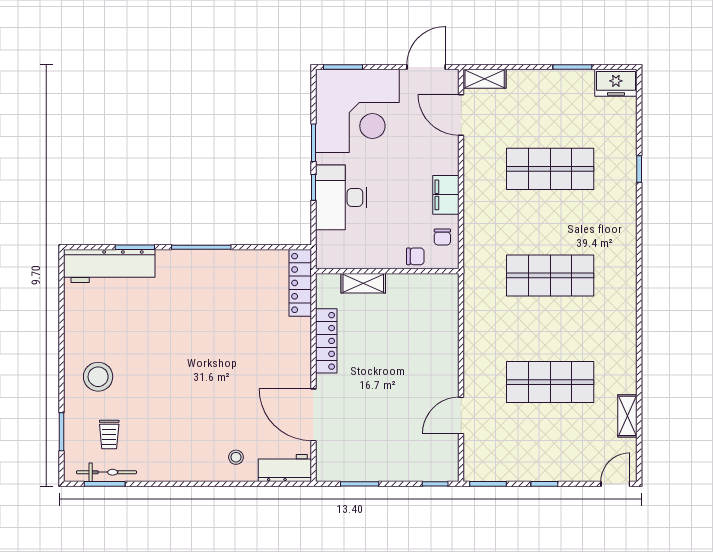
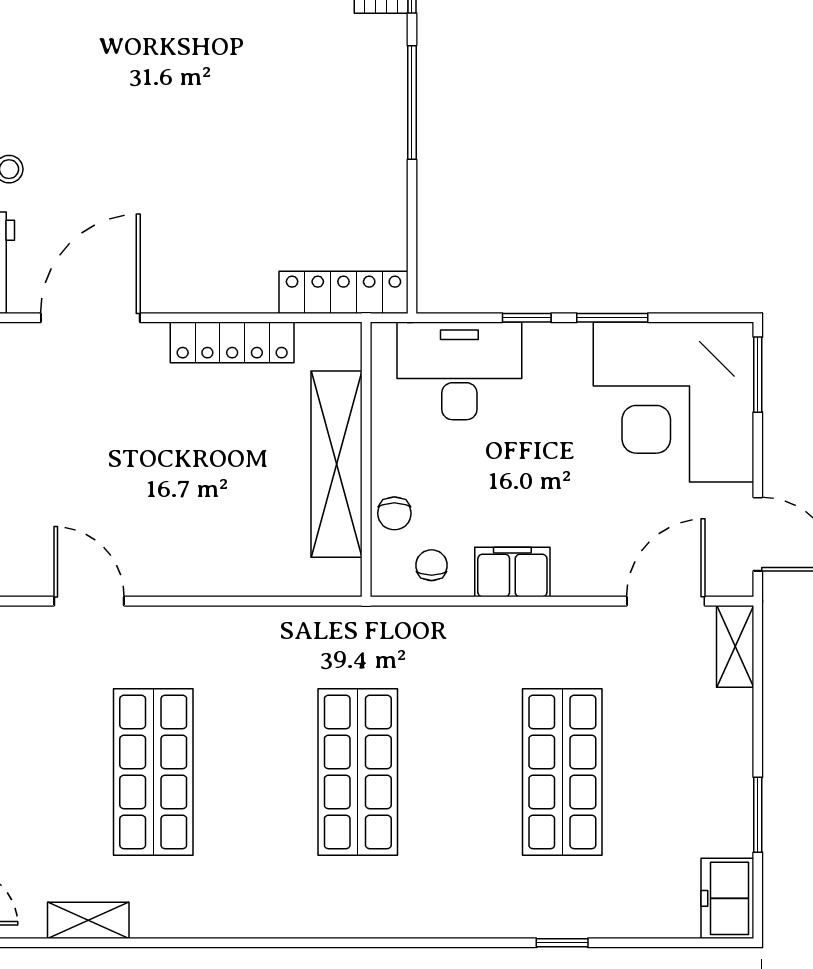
desk: (341, 197) -> (459, 371), moved
chair: (442, 237) -> (432, 565), turned 90
shelving: (363, 283) -> (336, 464), width x2.20, depth x1.33

